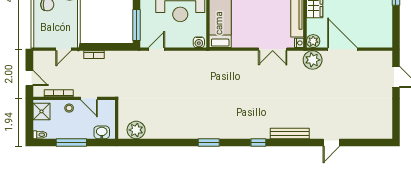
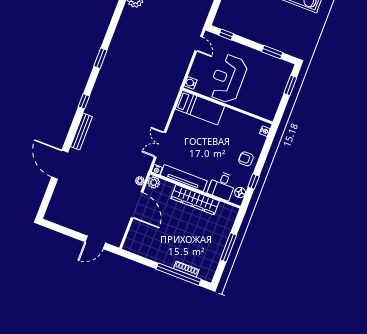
window: (137, 25) -> (226, 35), width x0.46
door: (342, 49) -> (137, 205), hinge flipped
plant: (313, 60) -> (140, 181), width x0.53, depth x0.53
door: (331, 143) -> (60, 165), width x1.87

